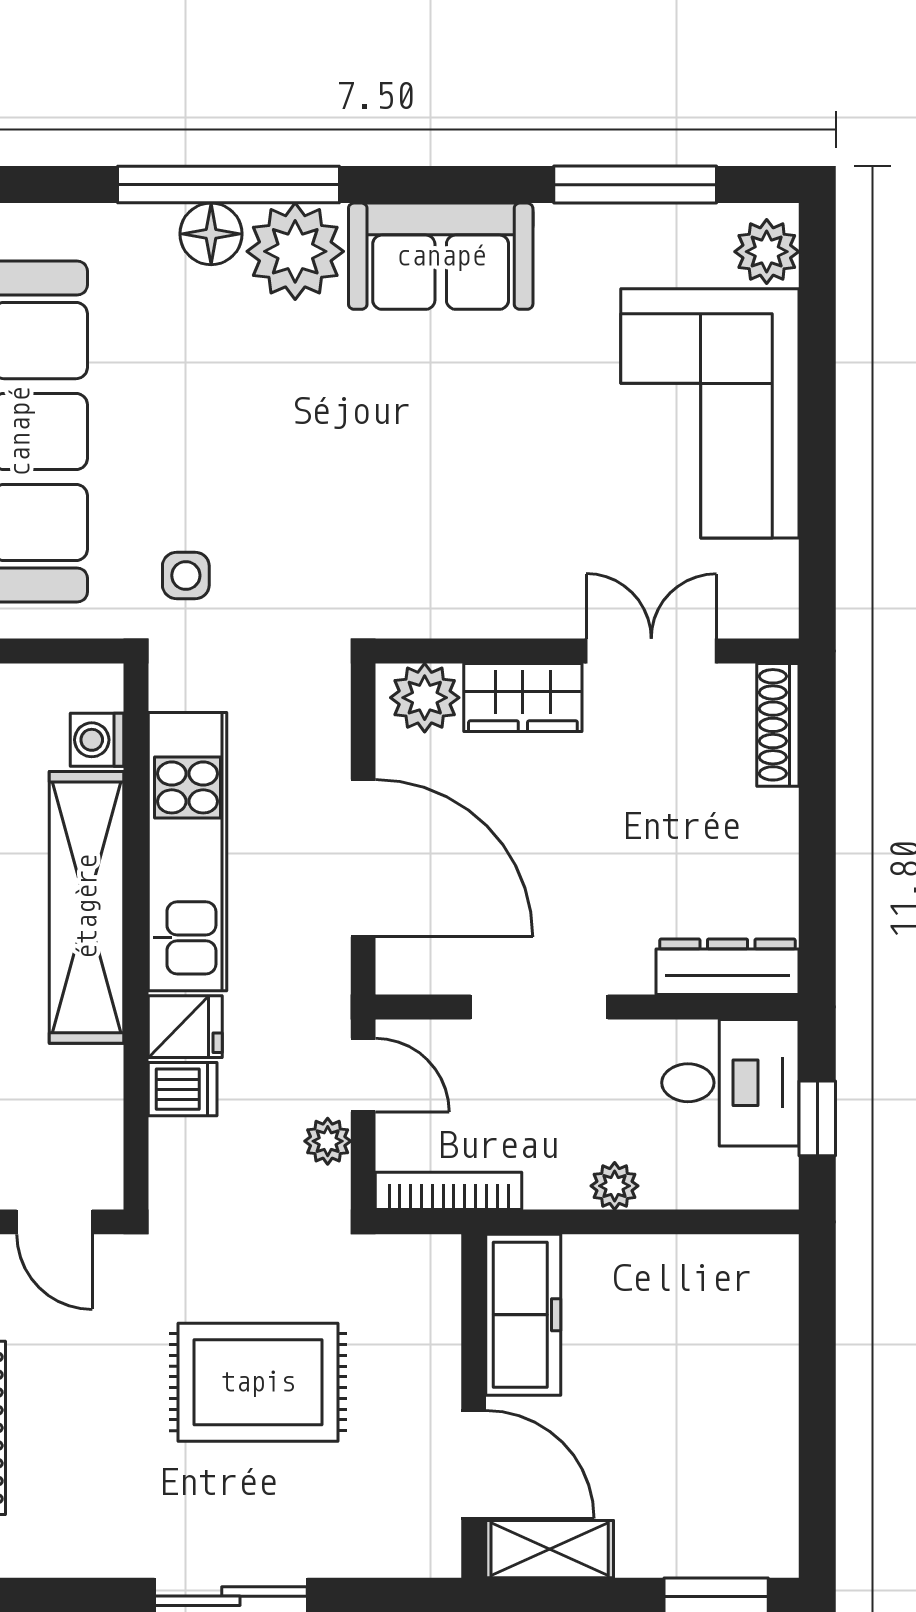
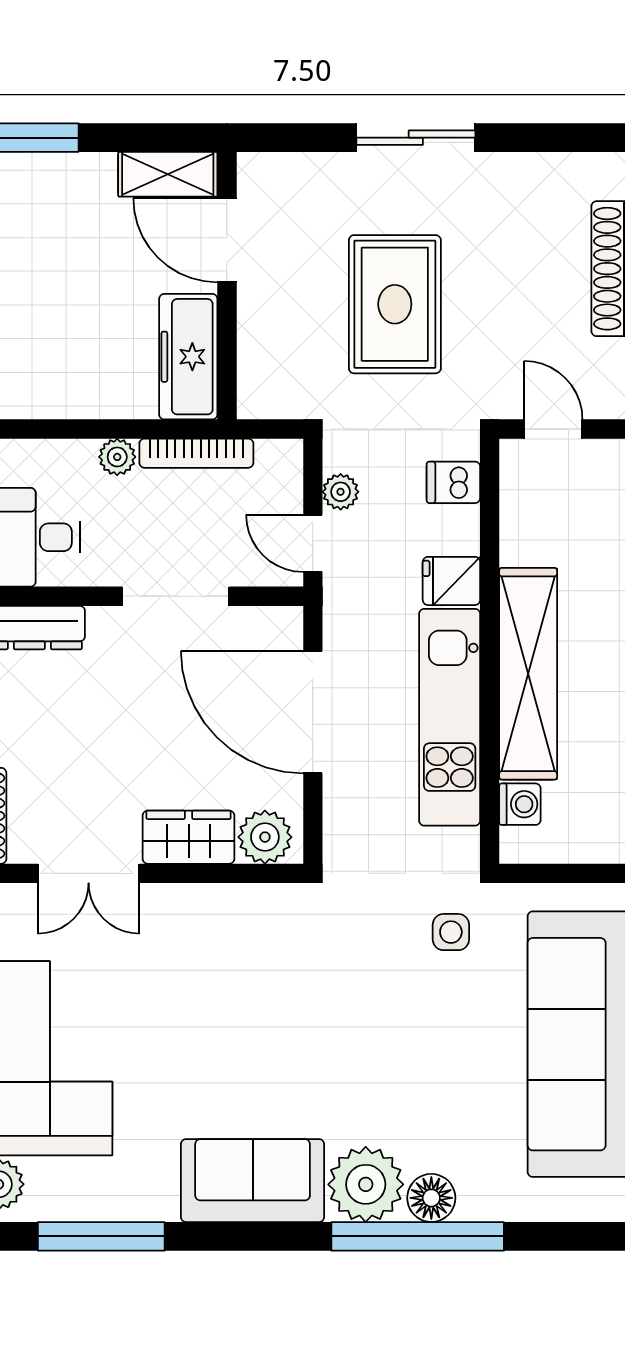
dishwasher: (183, 1089) -> (453, 482), moved
bookcase: (449, 1191) -> (196, 453), moved
rug: (258, 1382) -> (395, 304), turned 90

